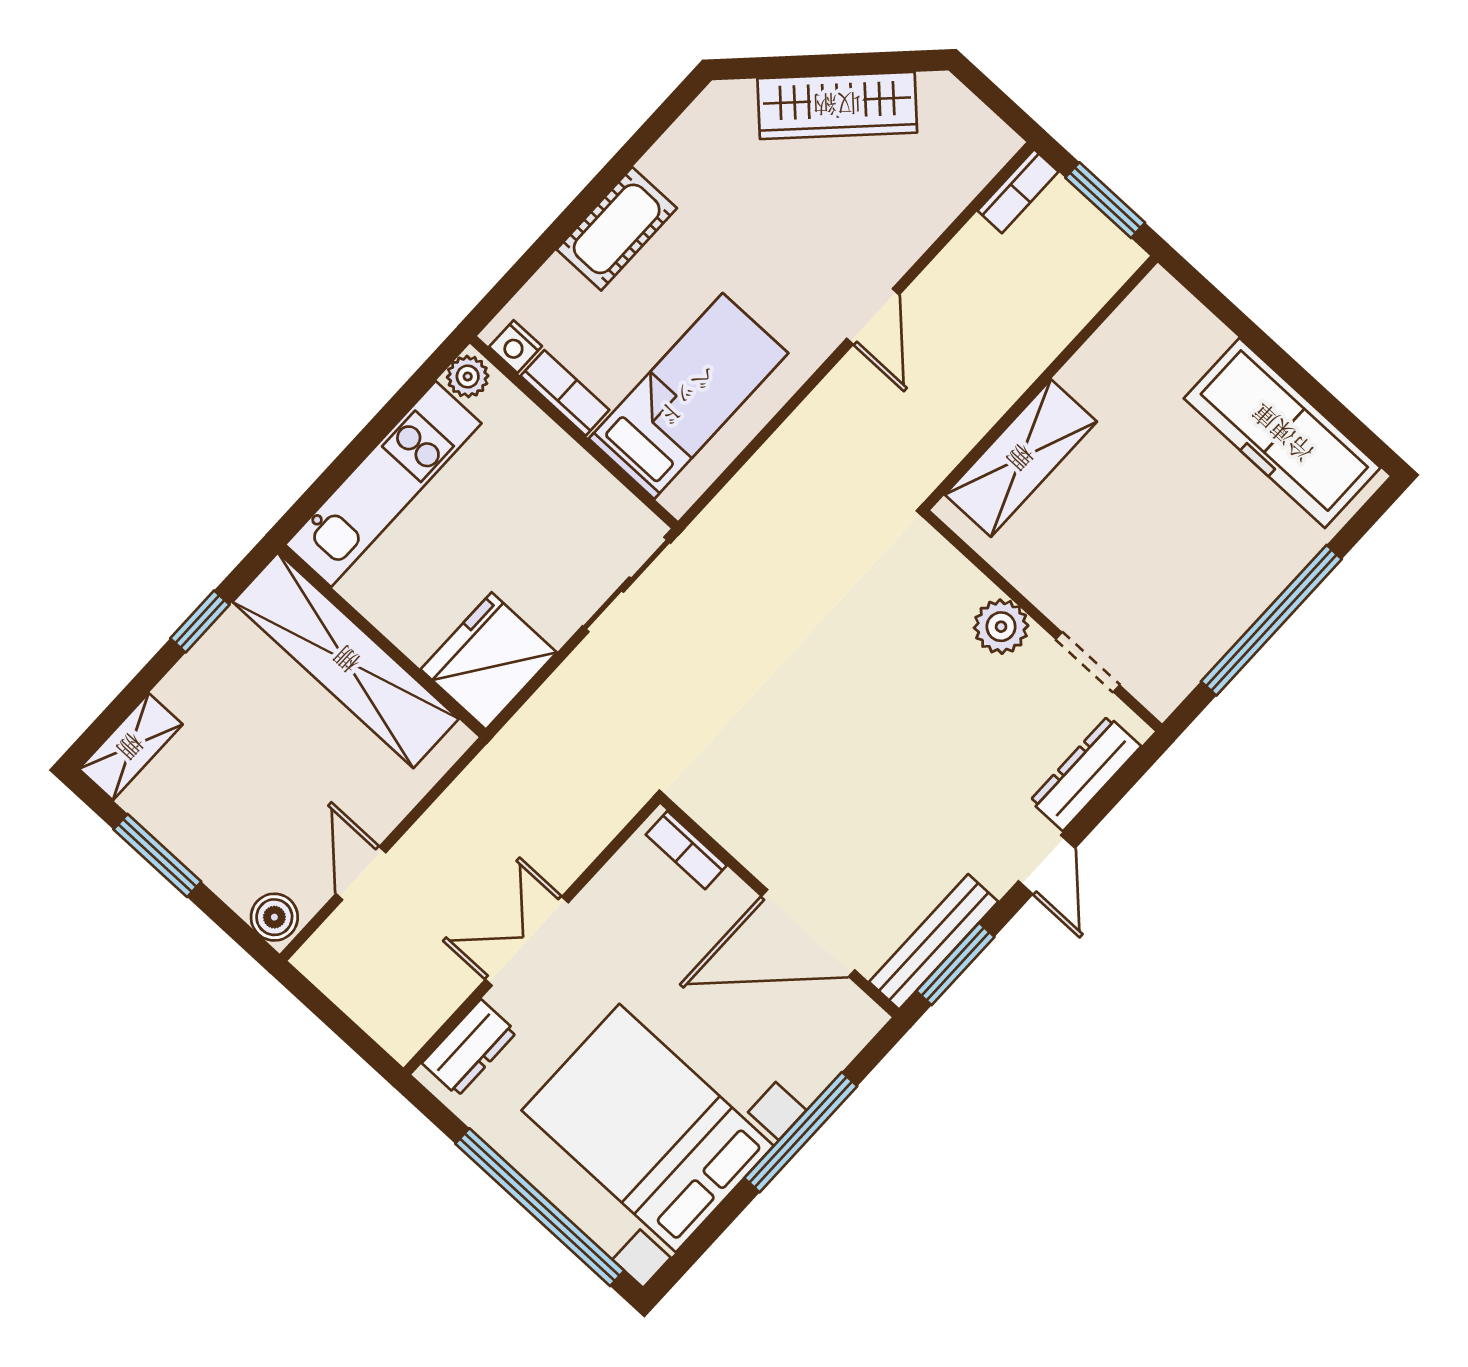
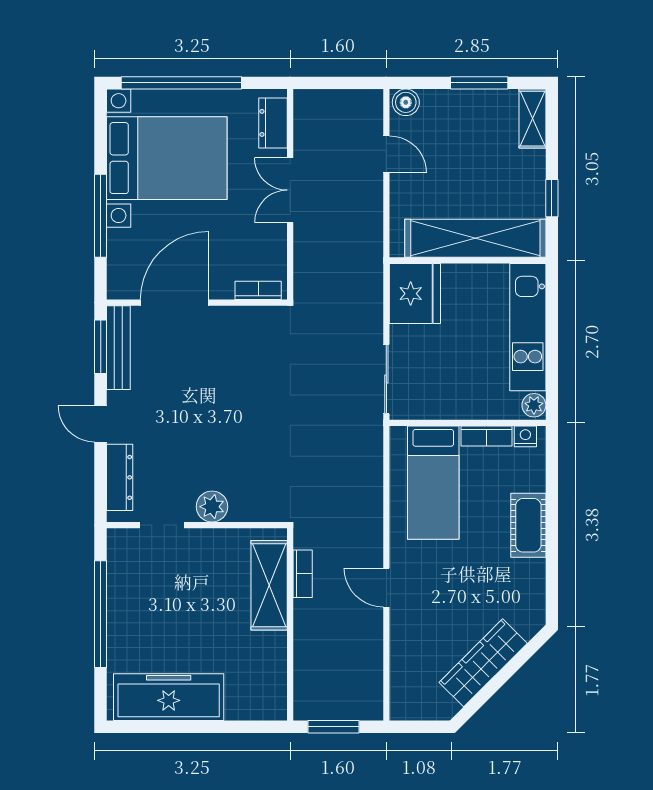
bookcase: (1018, 191) -> (303, 574), moved, turned 180
double door: (527, 941) -> (290, 190), swing flipped

